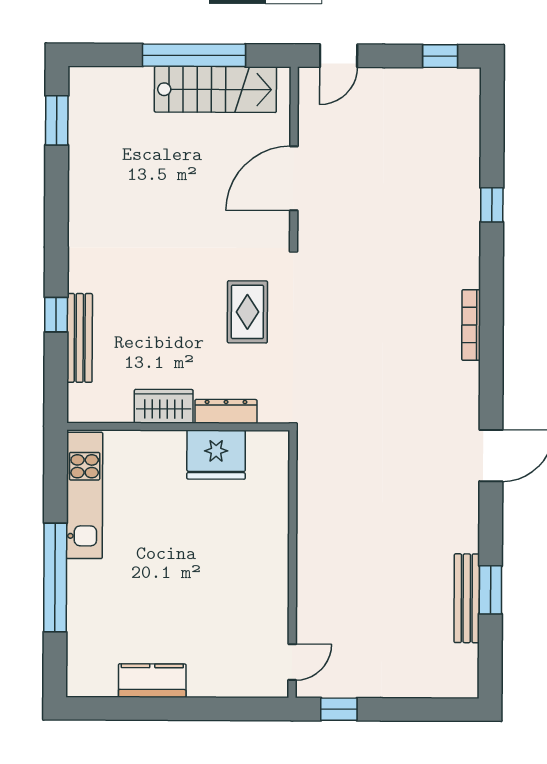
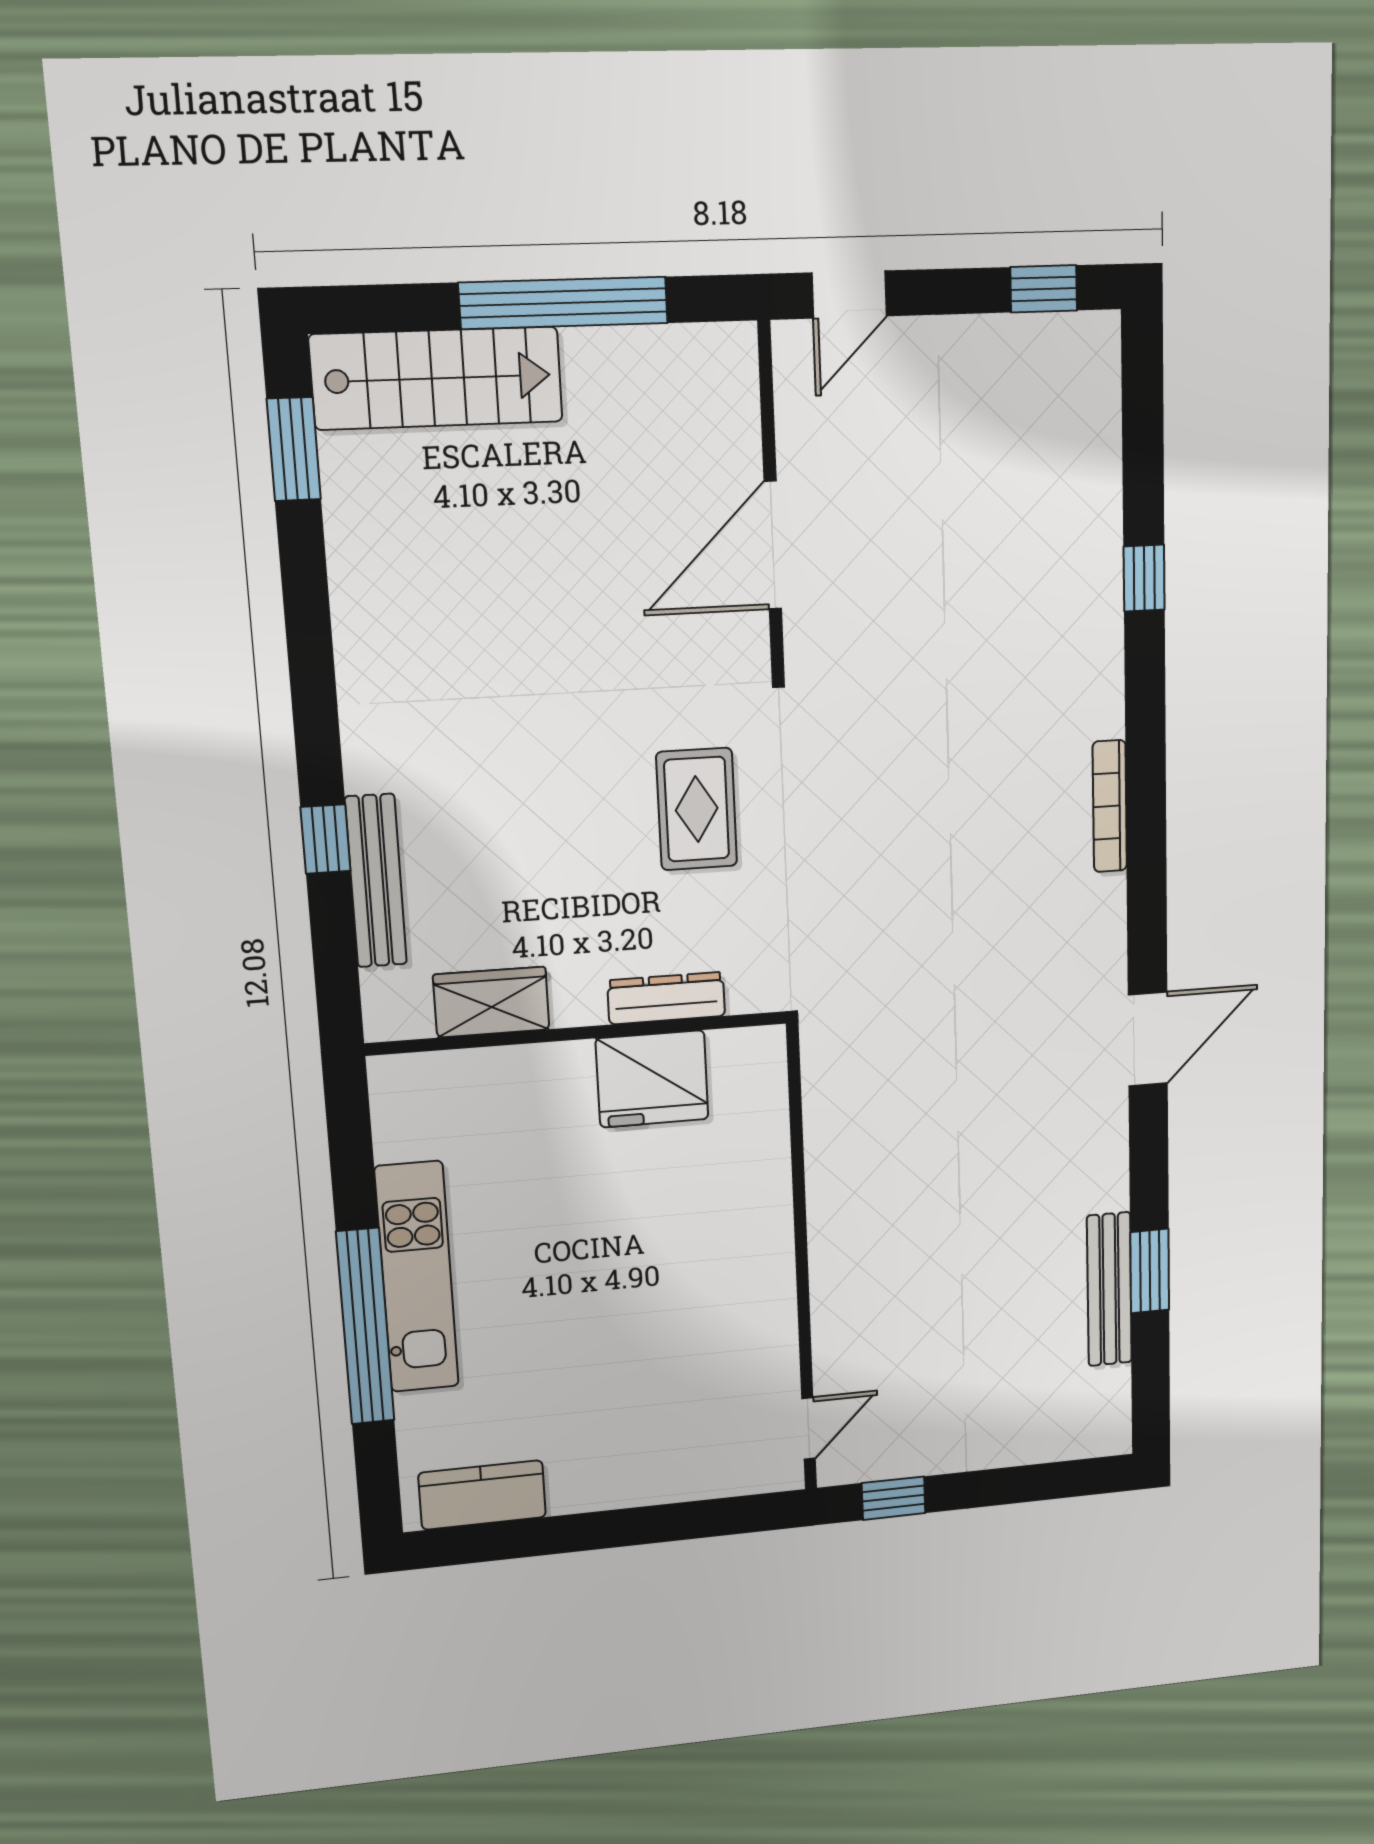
stairs: (215, 89) -> (437, 378), moved
wardrobe: (164, 406) -> (491, 1002), moved
kitchen unit: (84, 495) -> (417, 1277), moved
kitchen counter: (152, 681) -> (482, 1495), moved

